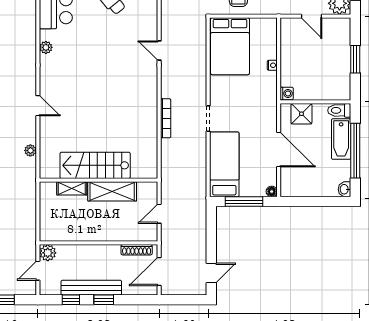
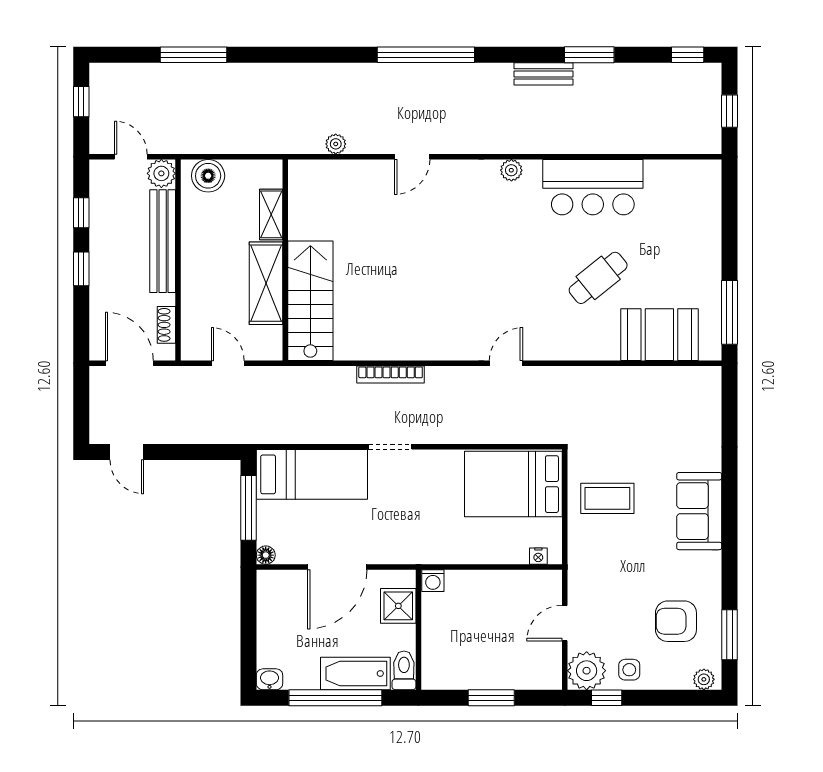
nightstand: (272, 65) -> (538, 556), moved
stairs: (95, 165) -> (310, 301), moved
boiler: (49, 225) -> (208, 176), added
shoe rack: (137, 250) -> (166, 325), width x0.70
bench: (91, 288) -> (163, 241), moved

